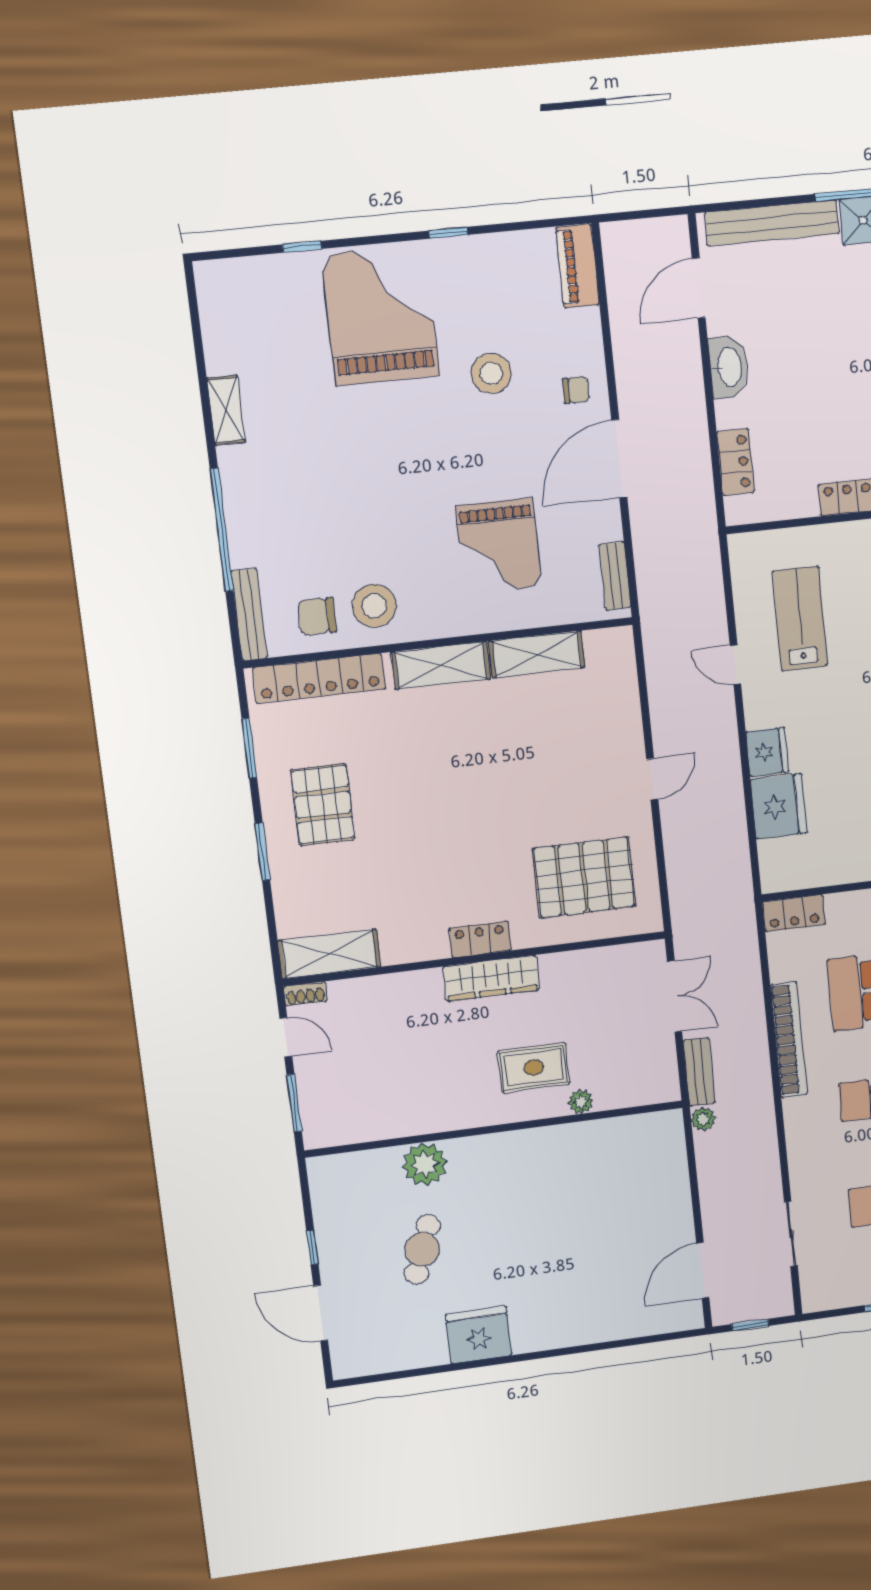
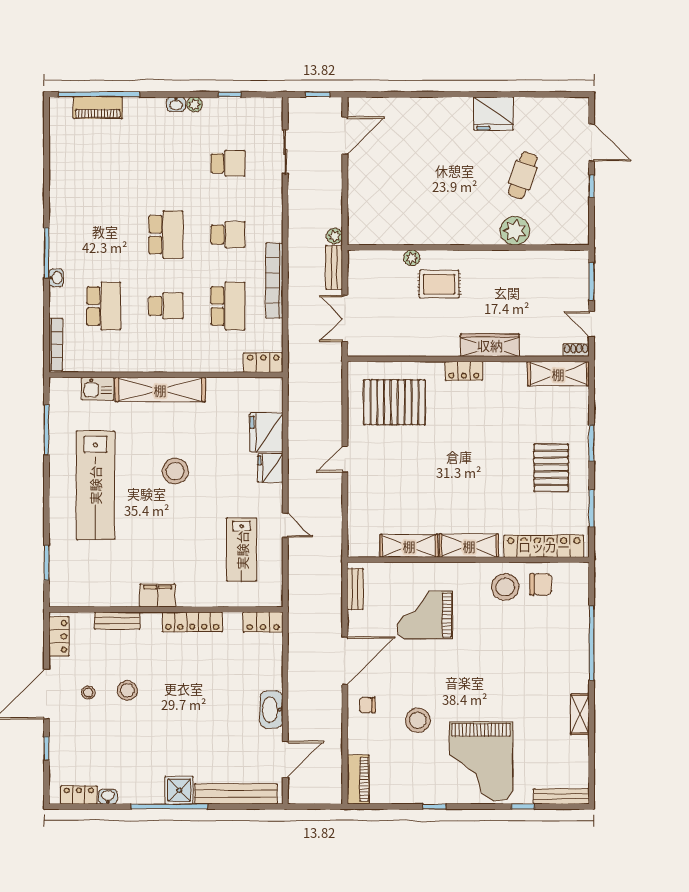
locker: (735, 462) -> (263, 622), moved, turned -90
grand piano: (499, 546) -> (425, 615), turned -90
bench: (249, 614) -> (561, 796), moved, turned 90
wardrobe: (491, 978) -> (490, 345), moved

